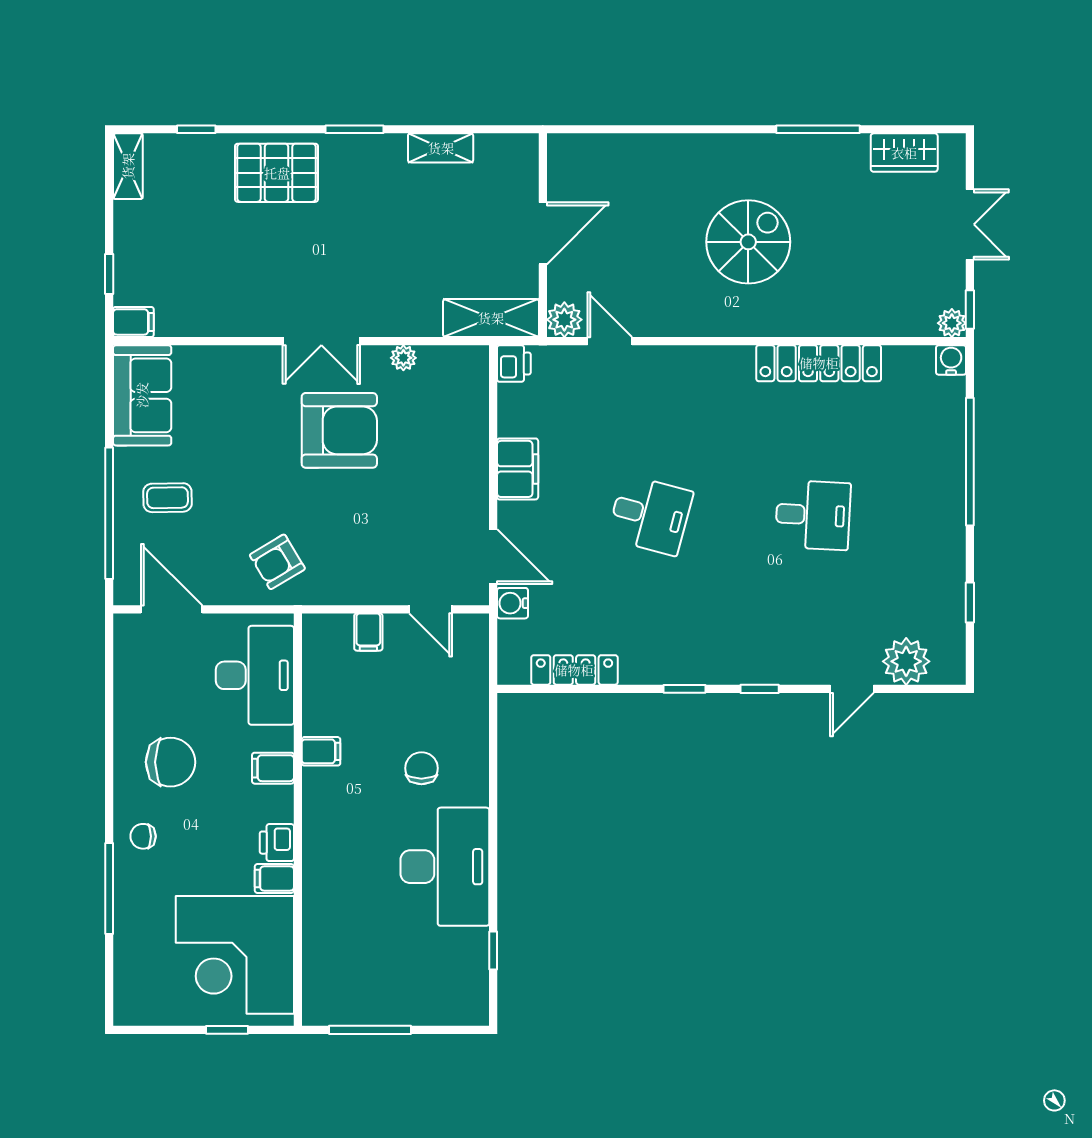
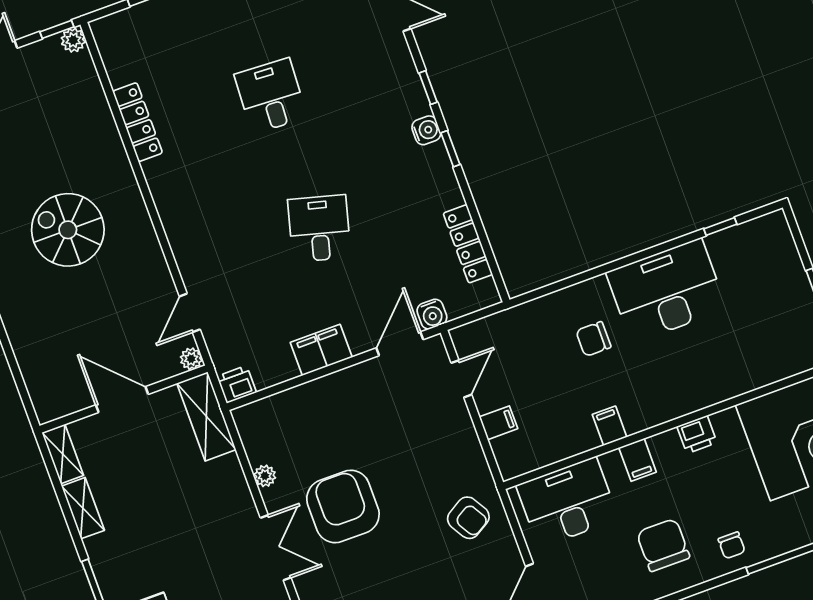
shelving: (507, 147) -> (63, 454), added
plant: (564, 320) -> (191, 359), width x0.73, depth x0.73
water cooler: (951, 360) -> (426, 130), moved, turned 180
locker: (819, 363) -> (137, 122), width x0.71, depth x0.83
filing cabinet: (274, 878) -> (727, 426), removed

